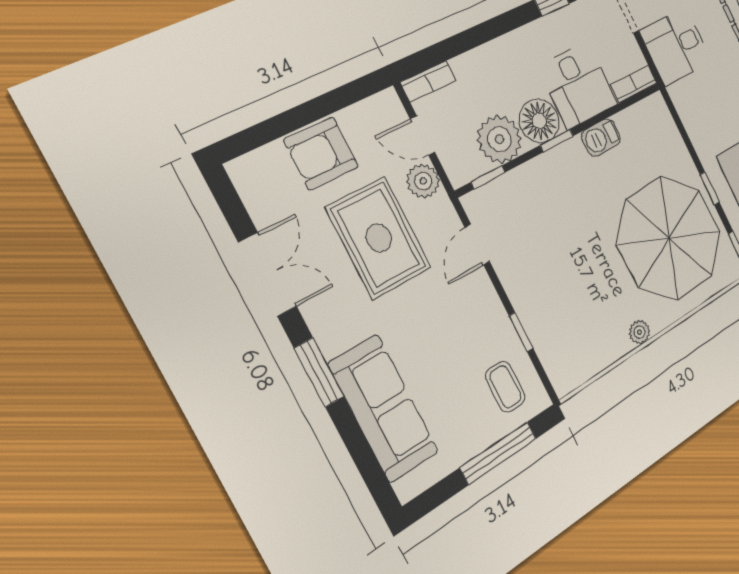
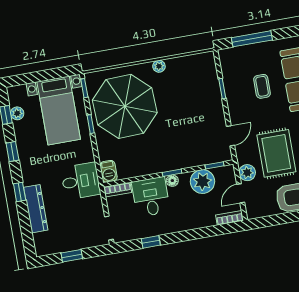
desk: (676, 46) -> (81, 181), moved
floor lamp: (539, 121) -> (172, 181), width x0.53, depth x0.53
door: (423, 136) -> (241, 193), swing flipped
barbecue: (601, 138) -> (109, 171), moved, turned 90
coffee table: (505, 387) -> (262, 86), moved

